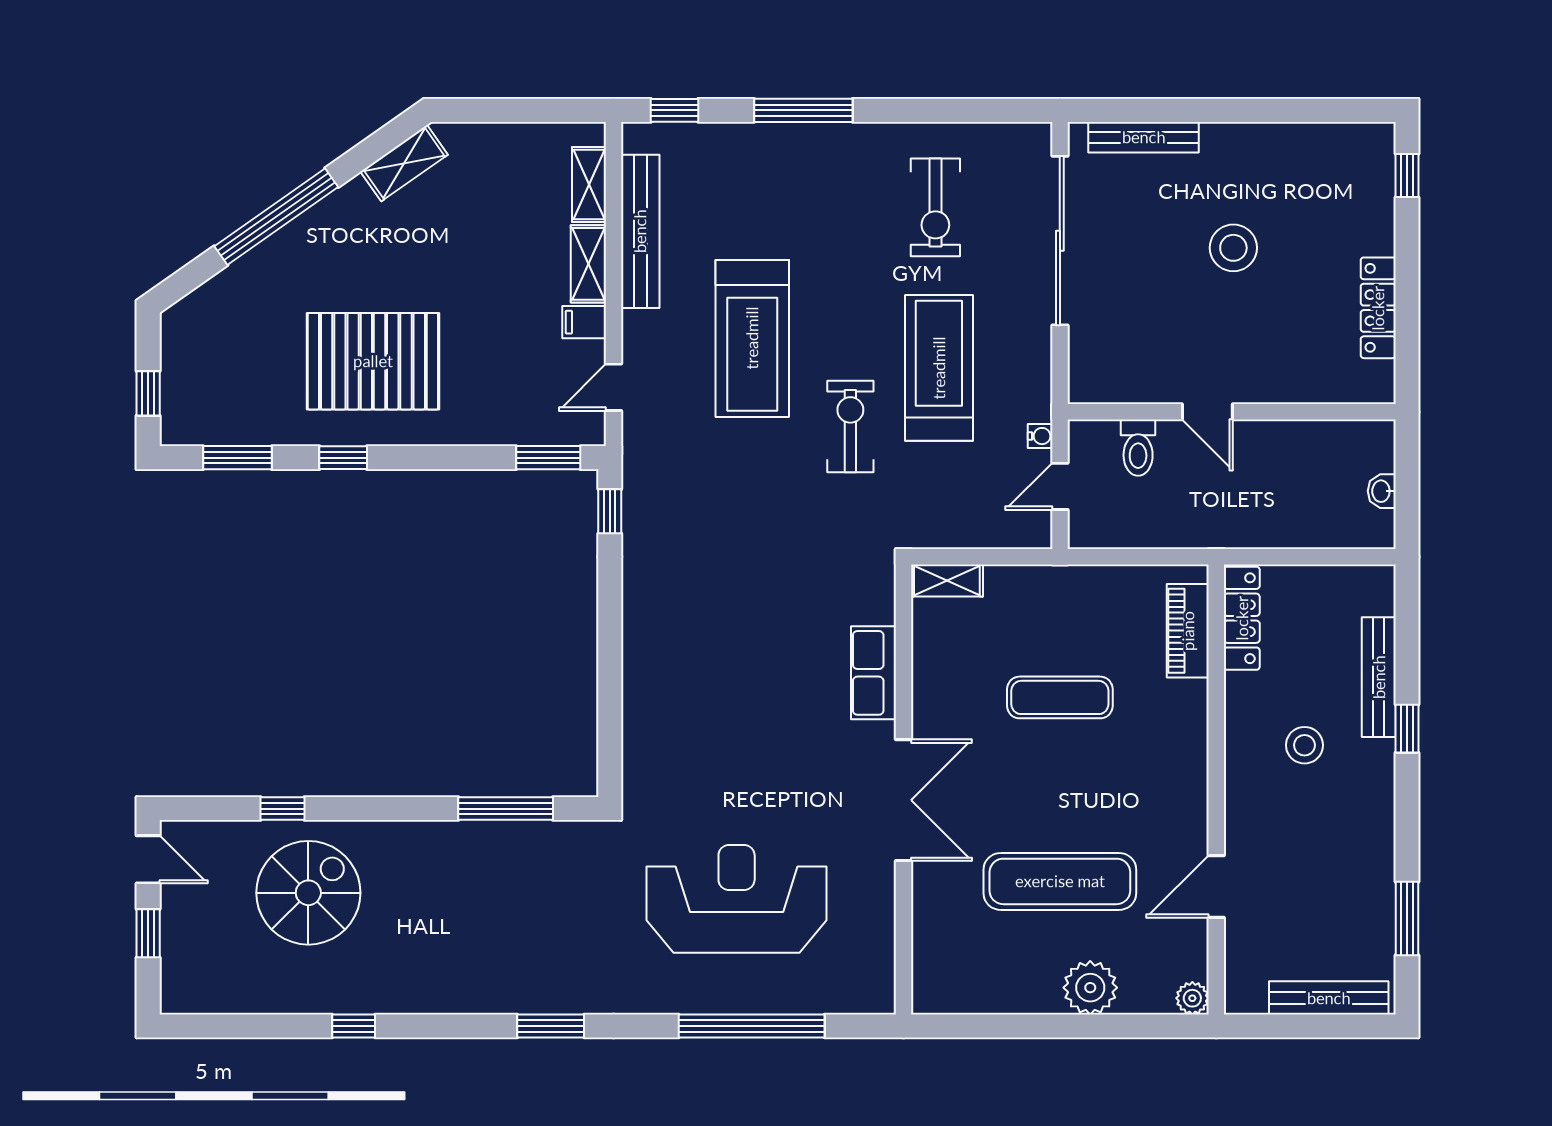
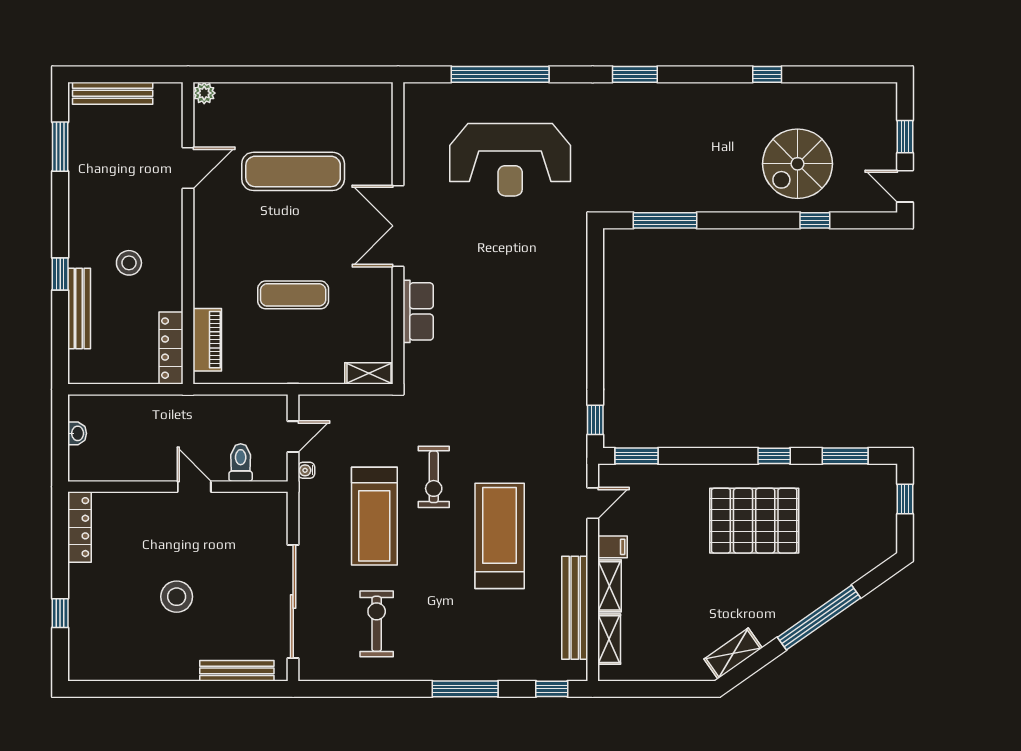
window: (1407, 175) -> (60, 613), moved
locker: (1378, 308) -> (79, 527), moved
plant: (1090, 988) -> (273, 100), removed

